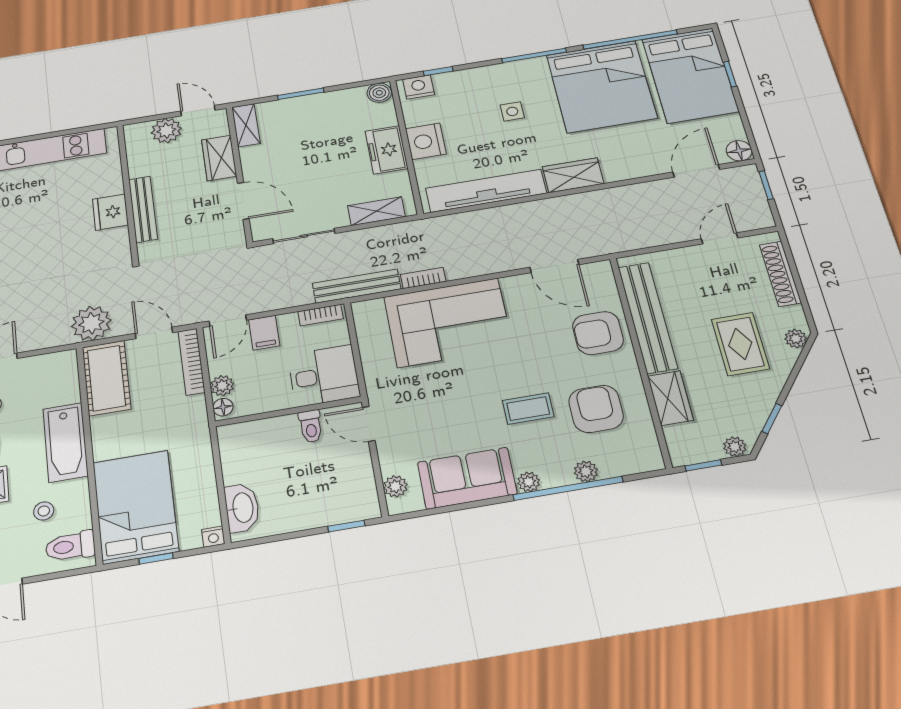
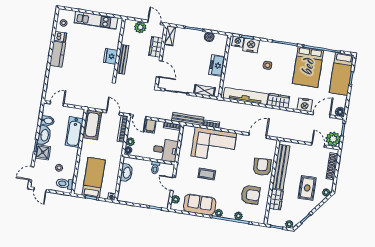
bed: (690, 75) -> (342, 74), width x0.67
bed: (601, 87) -> (308, 67), width x0.73
boiler: (379, 93) -> (209, 37), moved
nightstand: (426, 141) -> (251, 45), moved, turned 90
nightstand: (643, 163) -> (305, 105), added
door: (720, 238) -> (318, 145), hinge flipped
door: (554, 266) -> (258, 136), swing flipped
door: (228, 321) -> (139, 117), hinge flipped
plant: (91, 323) -> (333, 139), moved
armchair: (598, 333) -> (262, 167), turned 87
coffee table: (528, 409) -> (207, 174), moved
armchair: (596, 409) -> (250, 195), turned 90
door: (369, 424) -> (173, 184), moved
bathtub: (65, 442) -> (74, 132), moved
bed: (135, 507) -> (94, 178), width x0.67
washbasin: (242, 508) -> (127, 173), moved

